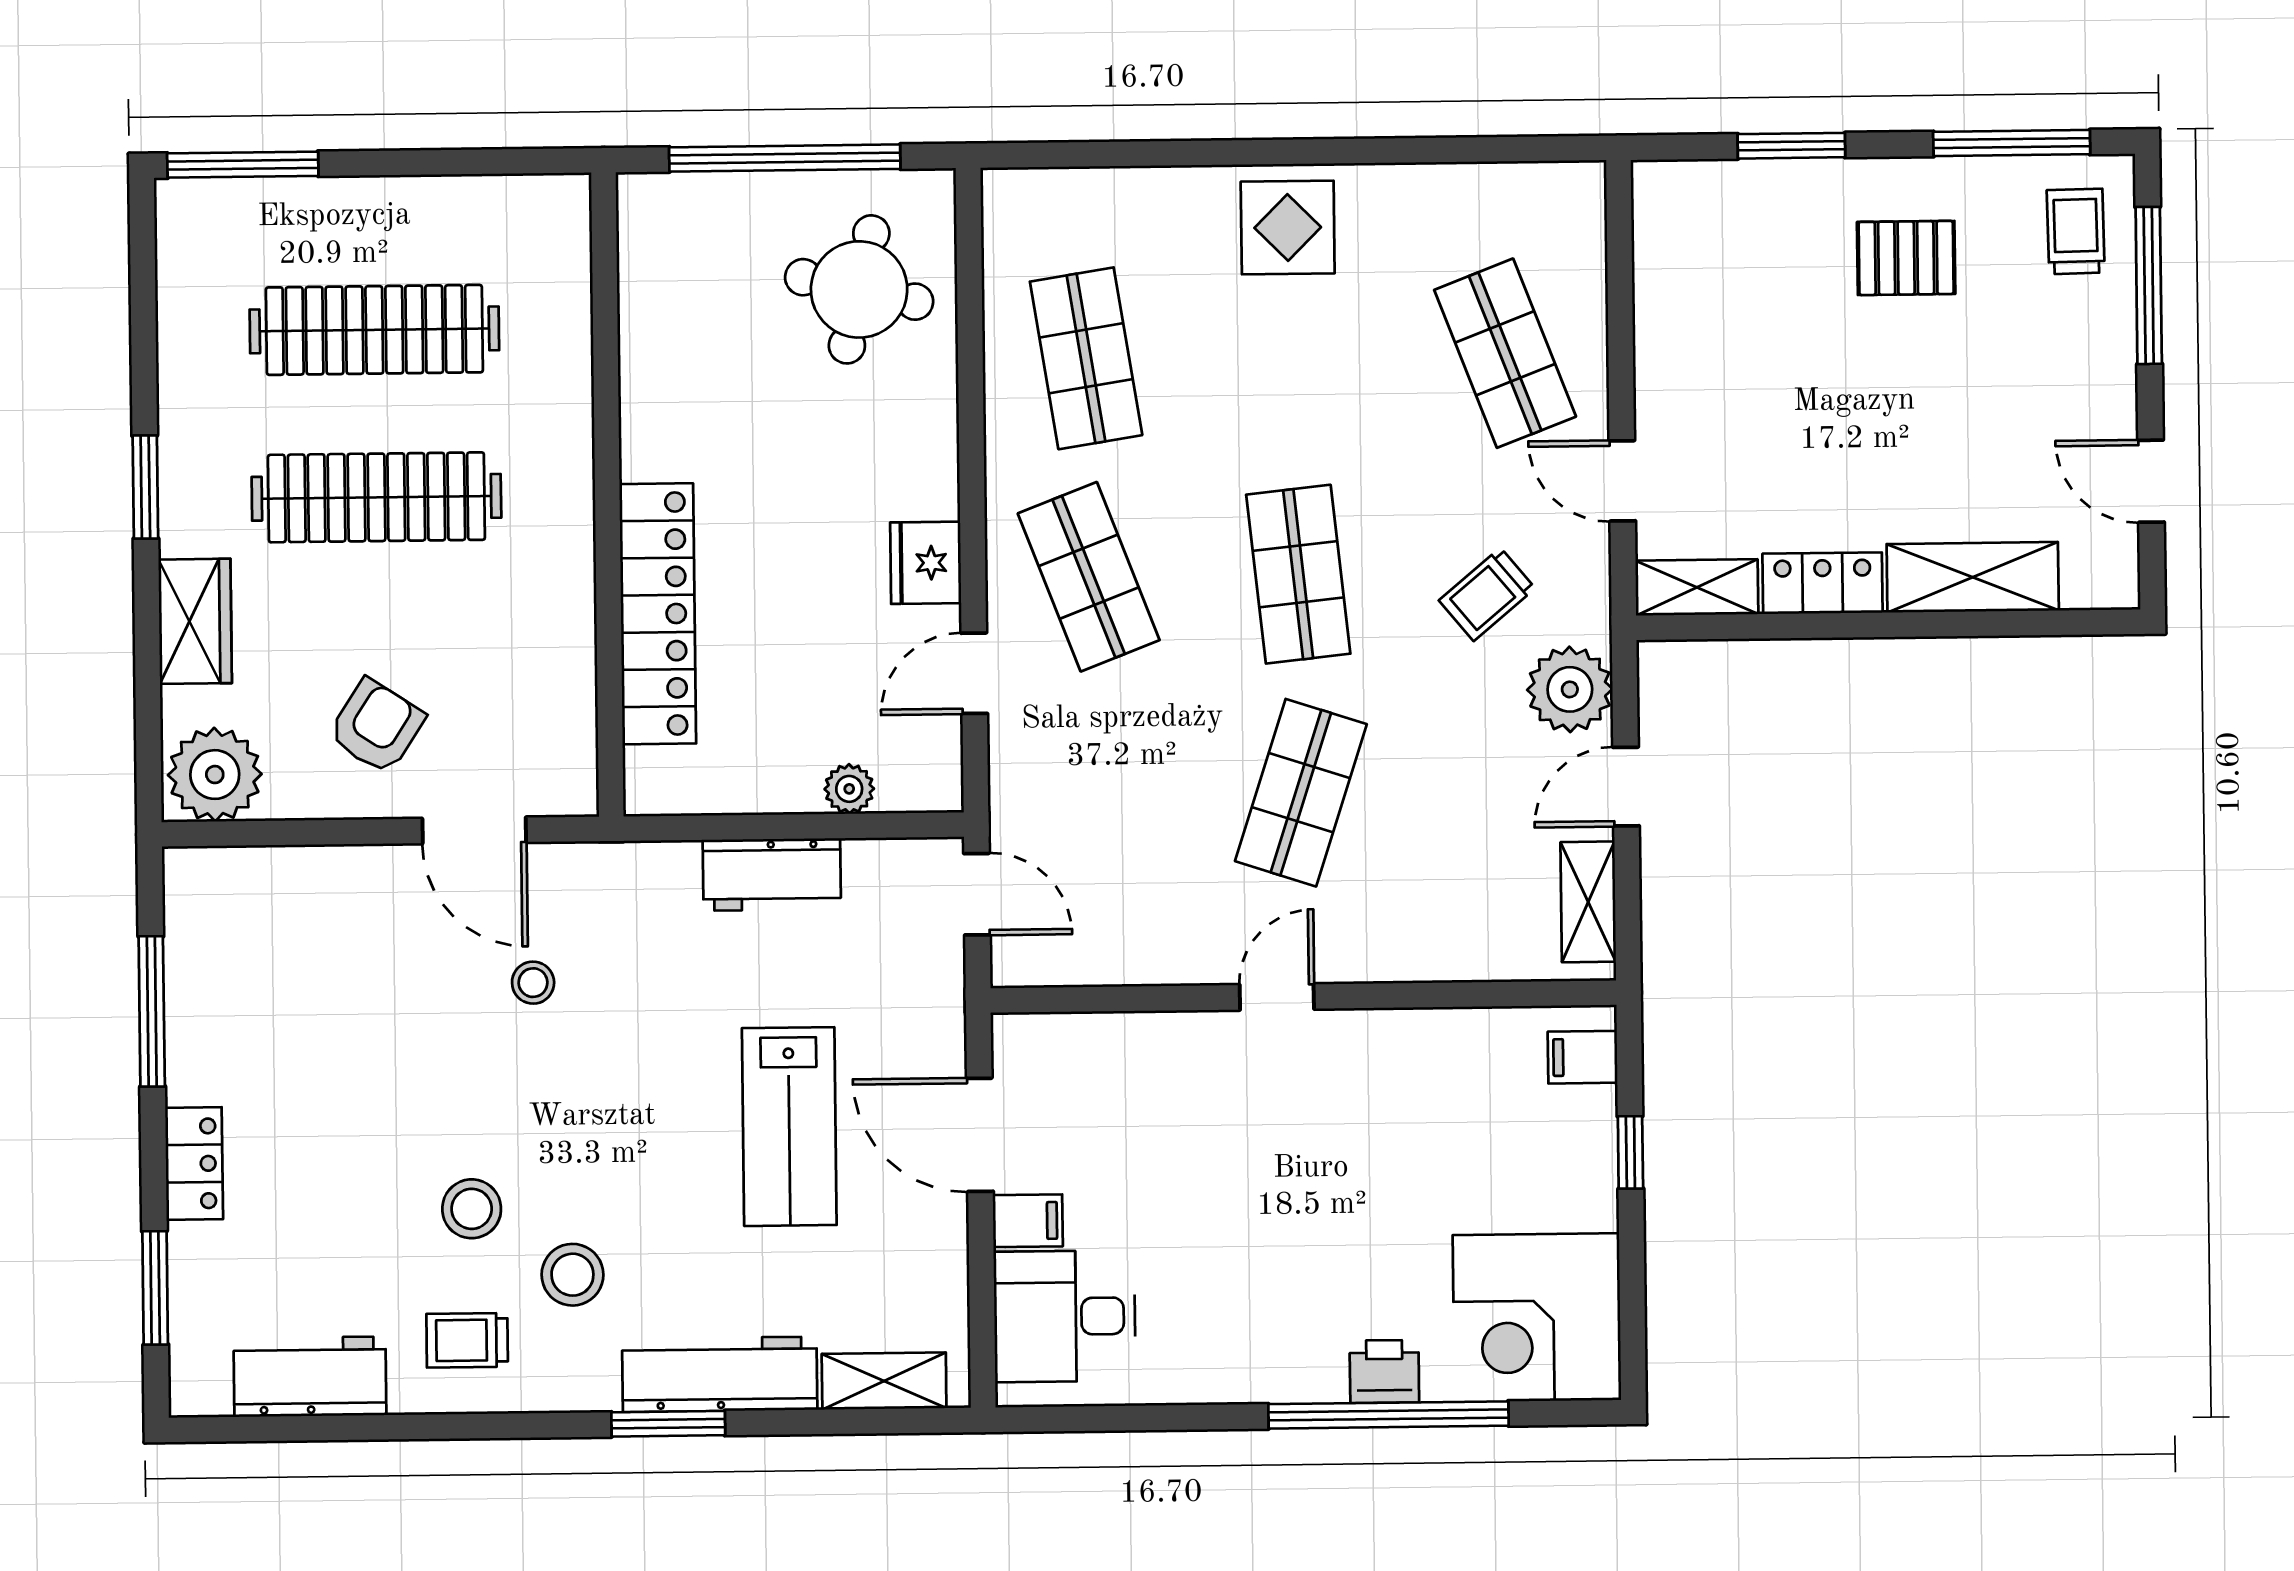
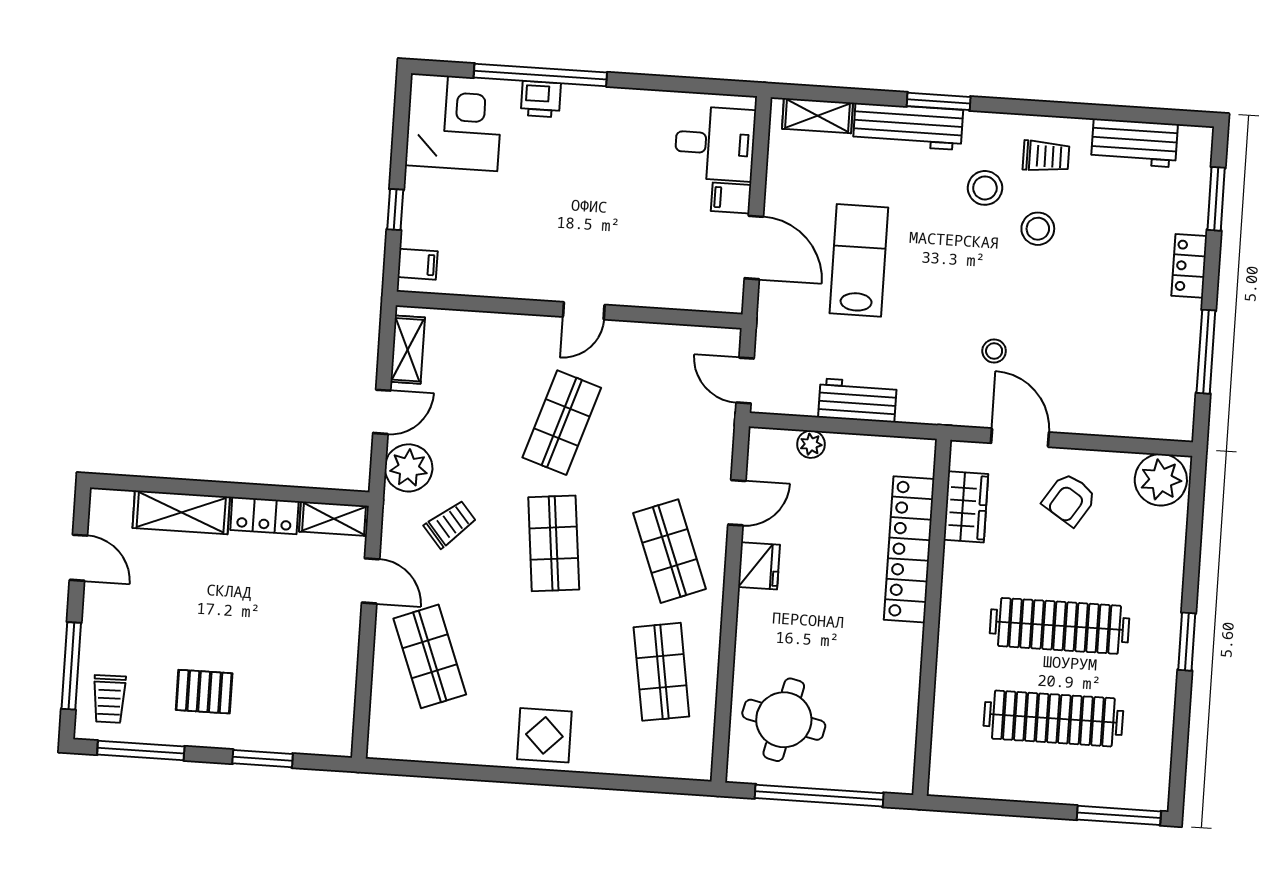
wardrobe: (195, 621) -> (966, 507), moved, turned 180

